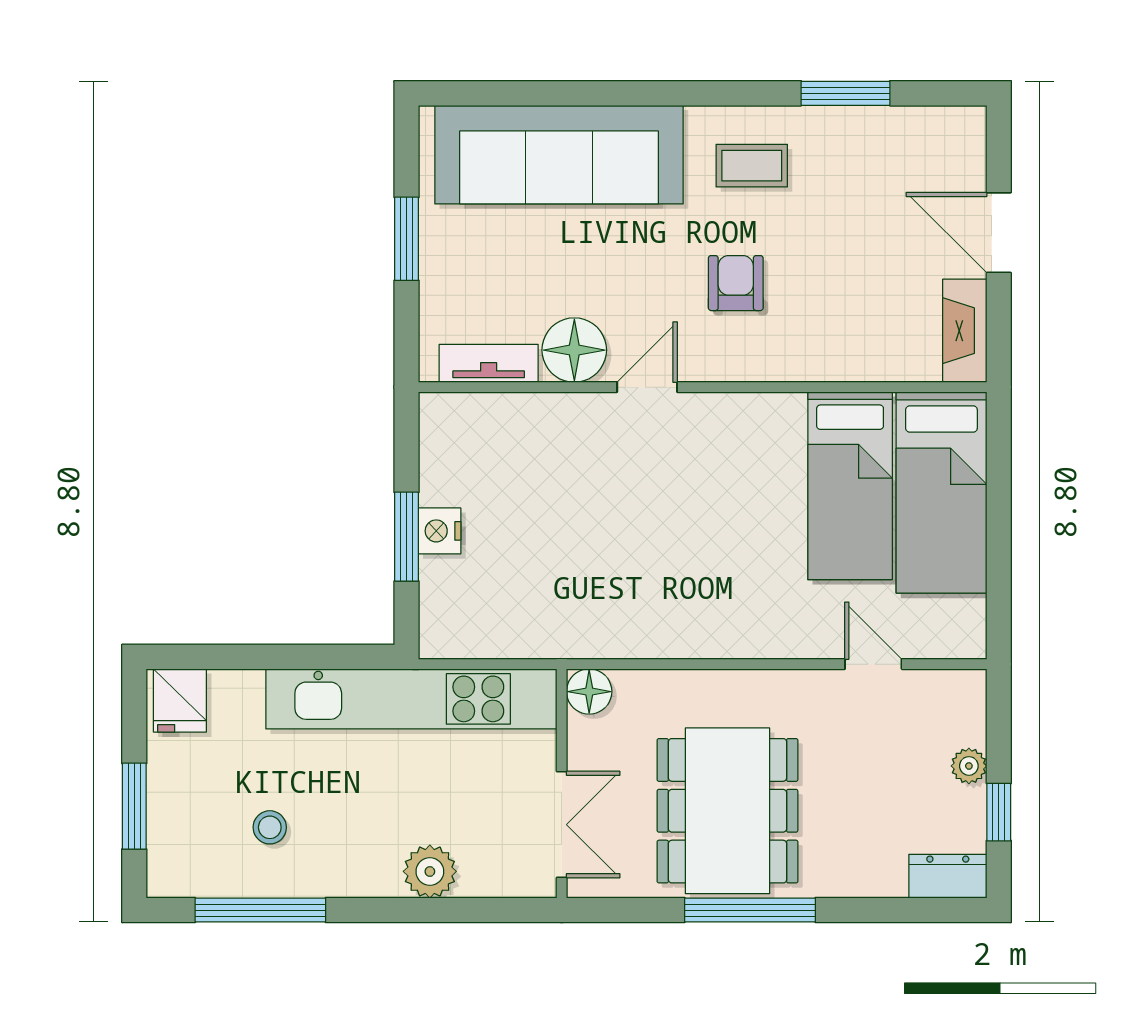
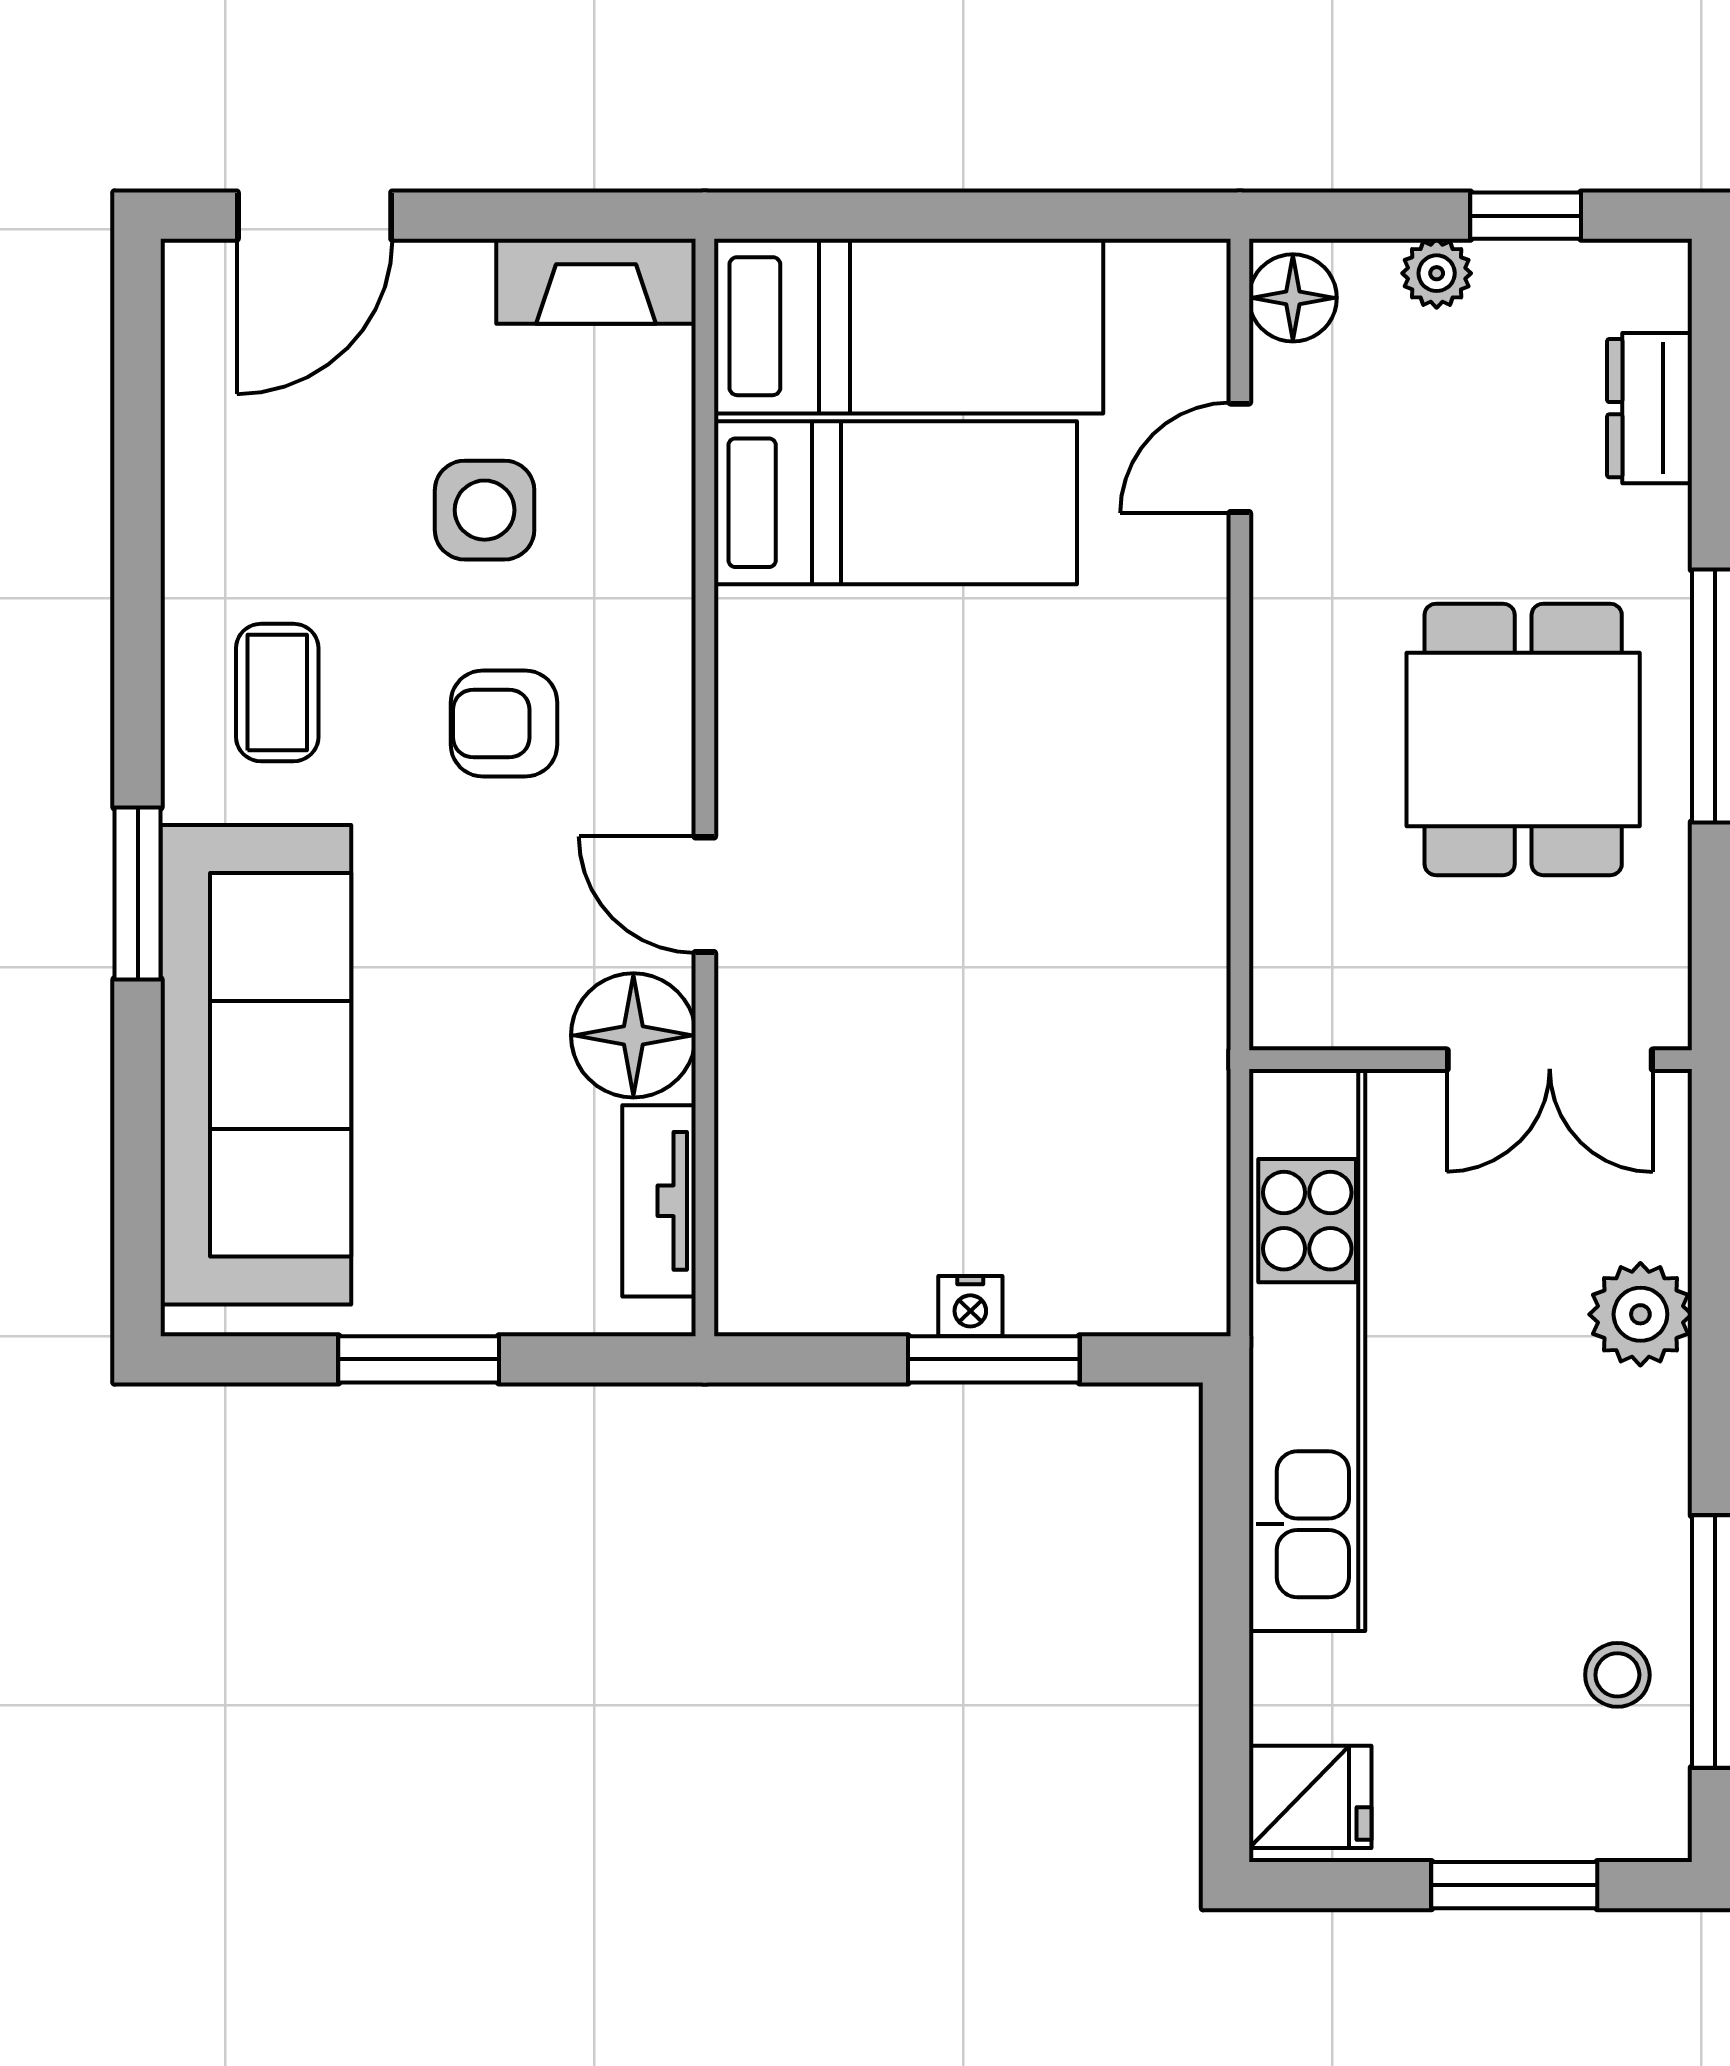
window: (846, 93) -> (138, 893), moved
door: (999, 233) -> (315, 216), moved
side table: (846, 273) -> (485, 510), added
nightstand: (440, 531) -> (970, 1306), width x0.72, depth x0.74
floor lamp: (589, 692) -> (1293, 298), moved
dining table: (727, 811) -> (1523, 739), width x0.73
double door: (562, 825) -> (1550, 1060), swing flipped
stool: (270, 827) -> (1617, 1675), moved
dresser: (948, 876) -> (1649, 408), moved

